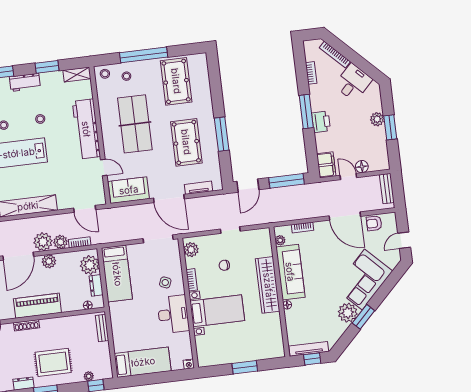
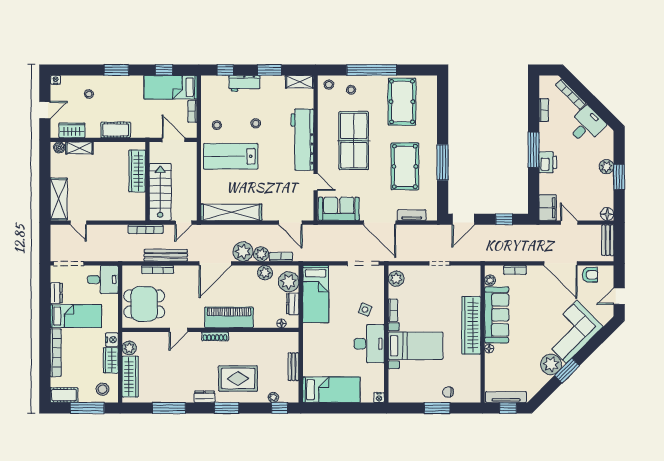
floor lamp: (362, 167) -> (607, 214), moved
window: (287, 181) -> (504, 219), width x0.46
armchair: (374, 223) -> (590, 275), turned 180
plant: (49, 261) -> (265, 273), moved
chair: (224, 265) -> (448, 392), moved
bench: (102, 328) -> (293, 367), moved

